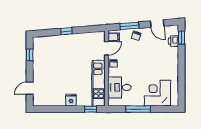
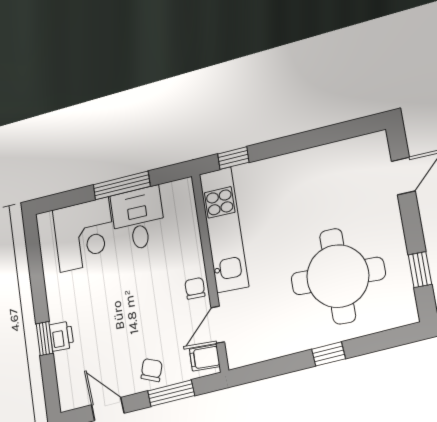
window: (181, 38) -> (45, 338), moved
printer: (174, 41) -> (62, 336), moved
round table: (59, 58) -> (338, 276), added
desk: (120, 87) -> (138, 219), moved, turned -90
fridge: (71, 100) -> (286, 170), removed

